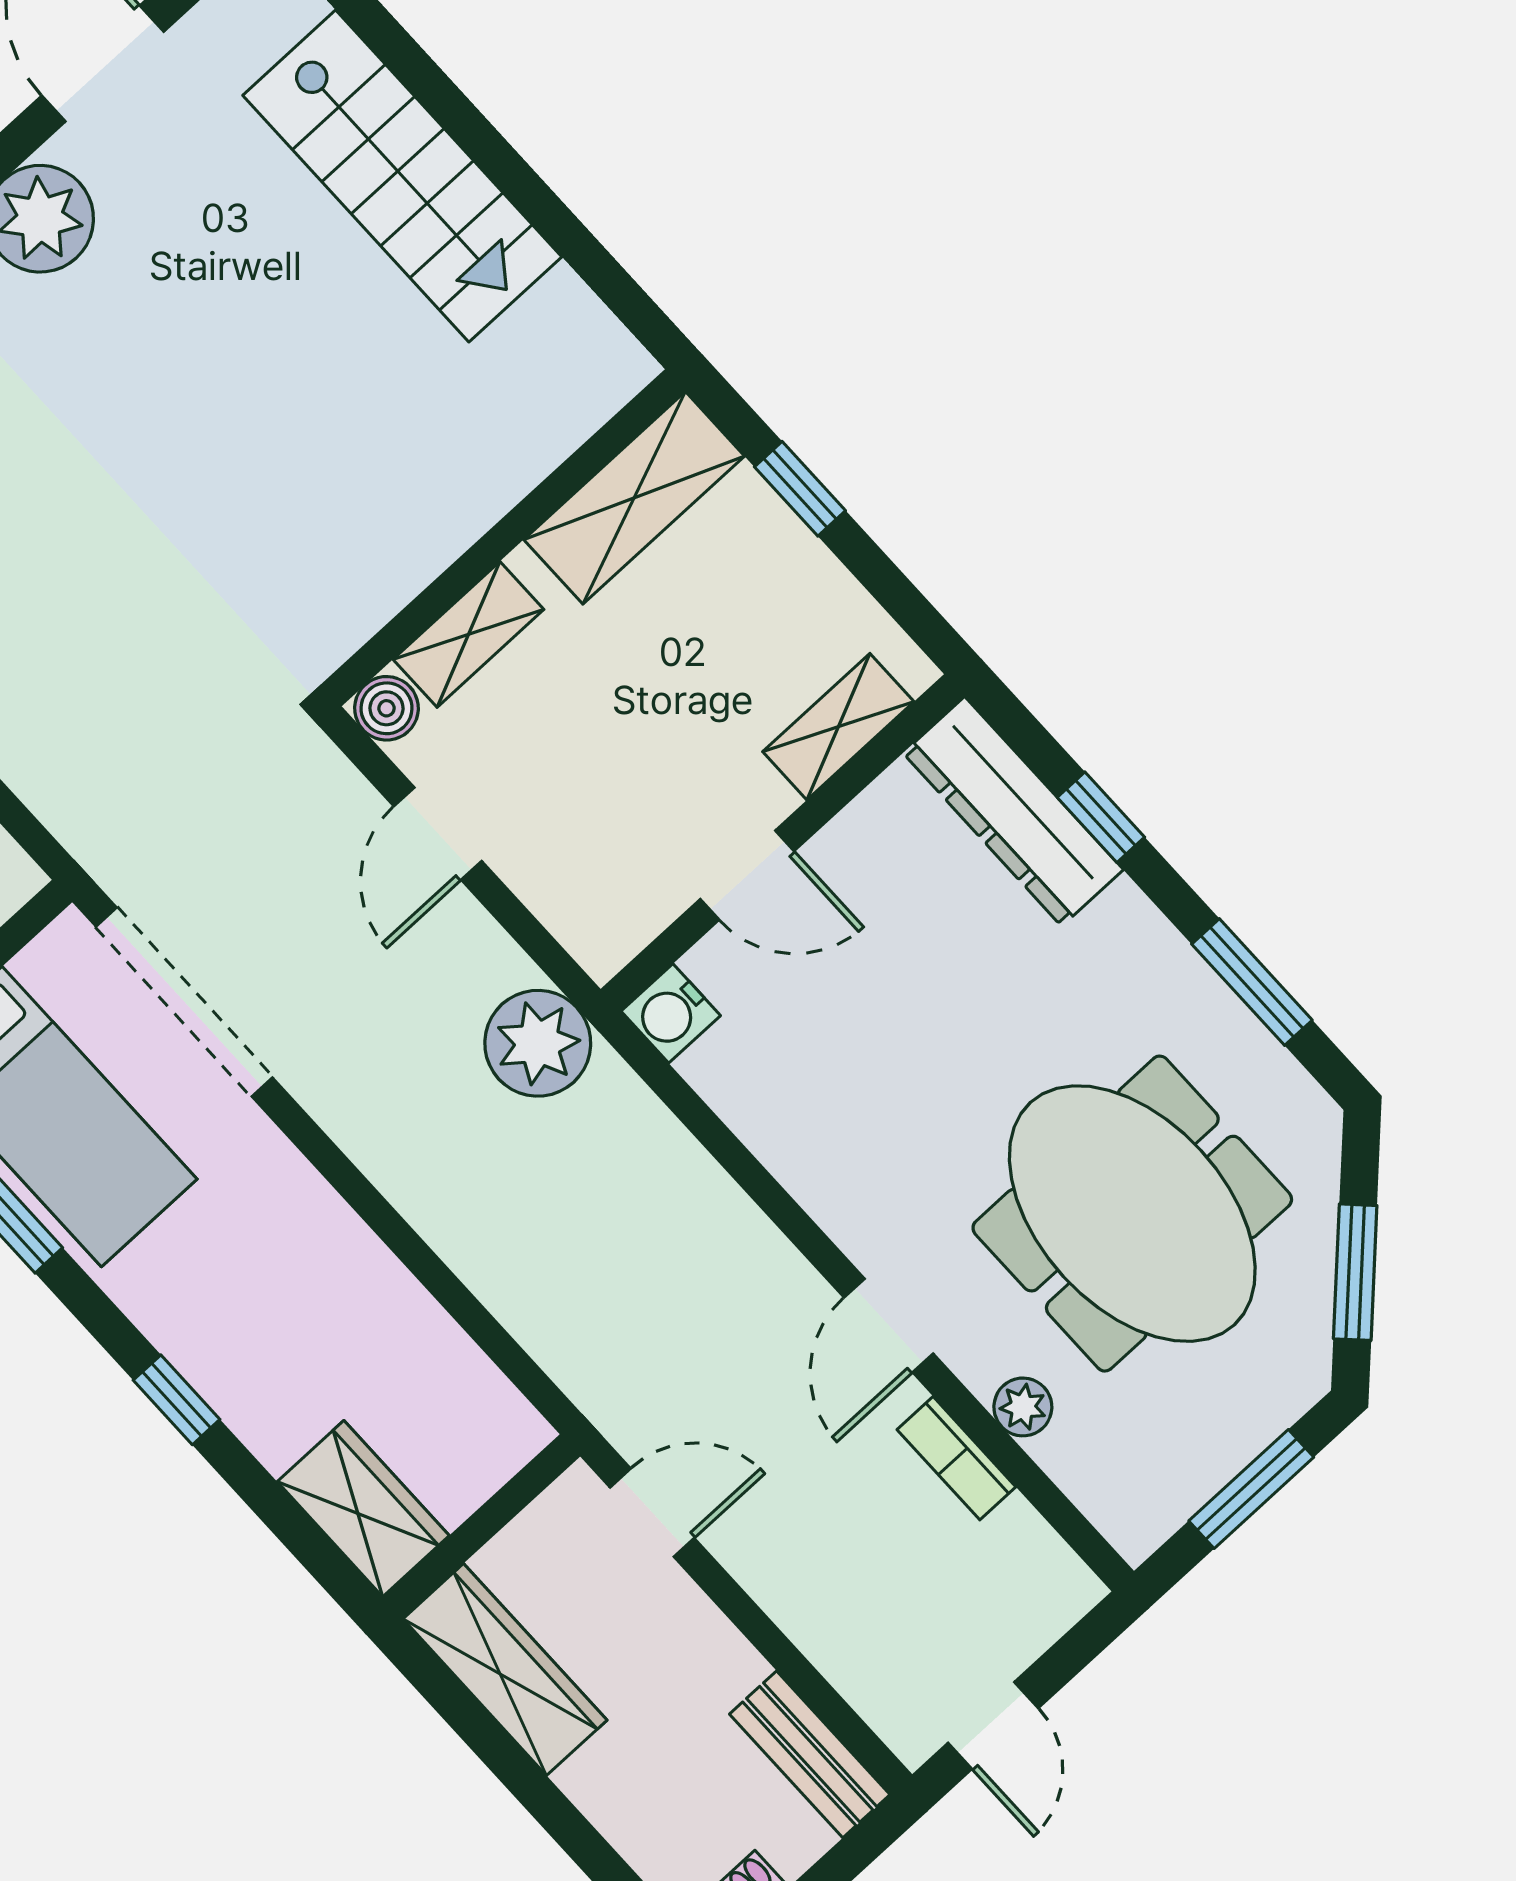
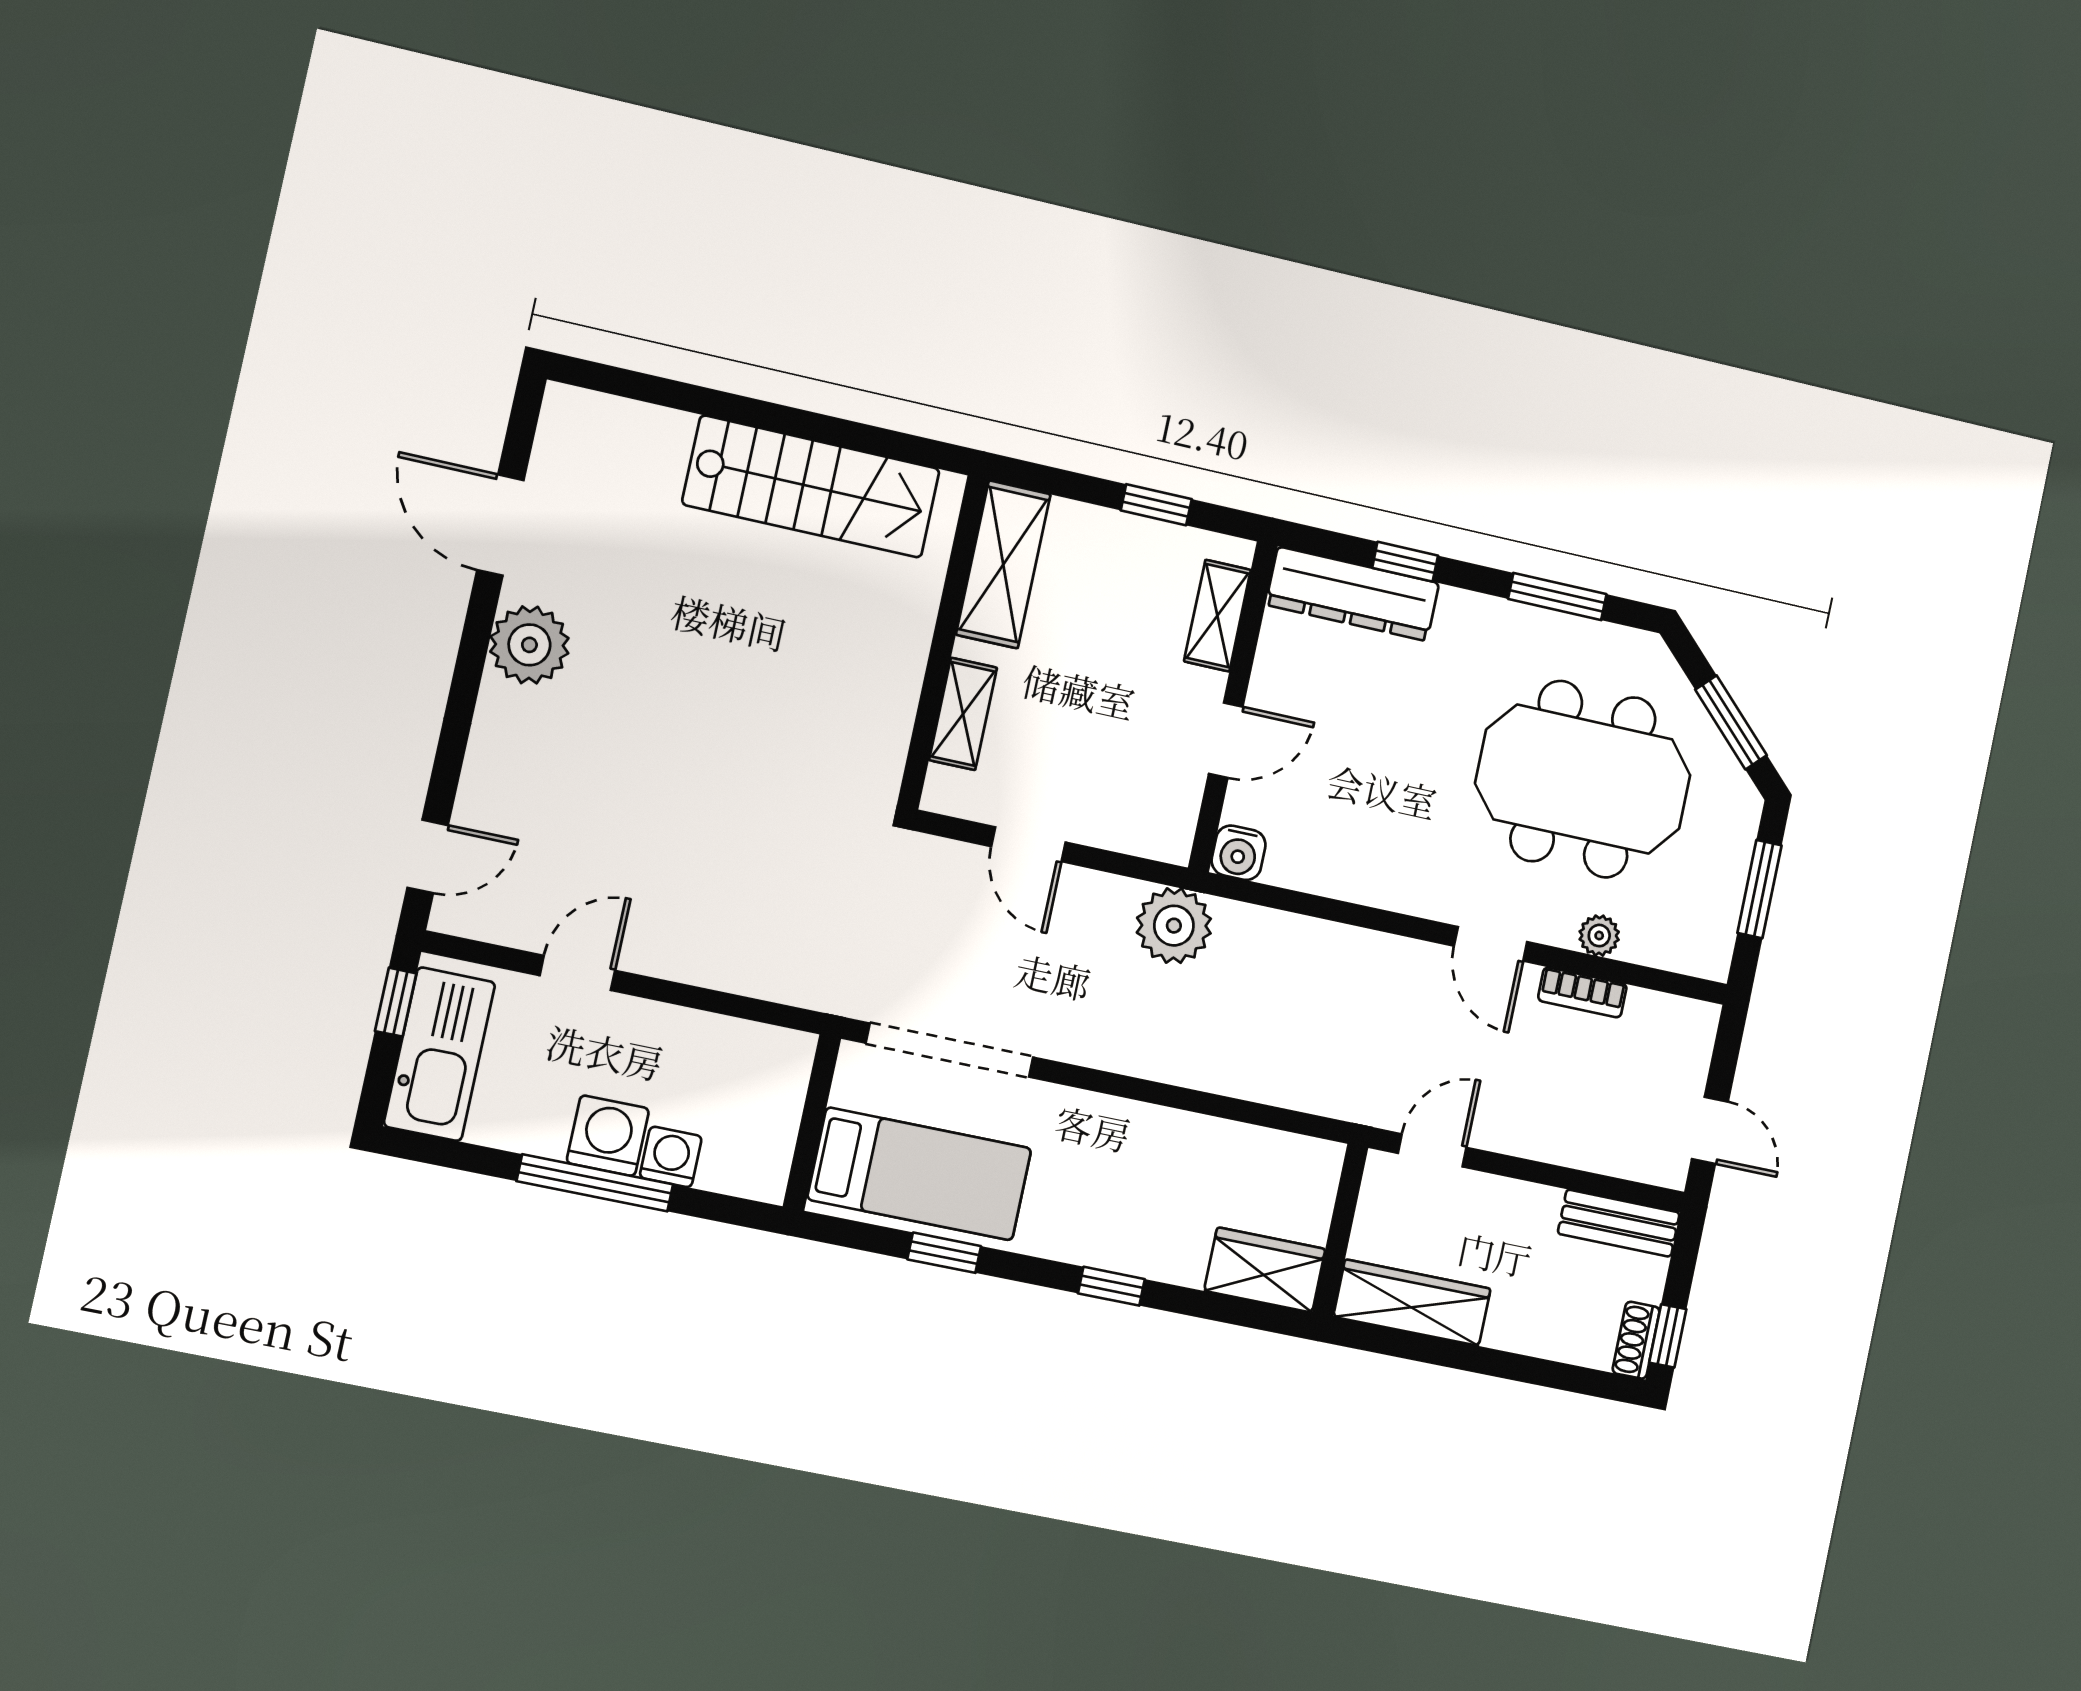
stairs: (402, 176) -> (811, 487), moved
window: (800, 489) -> (1156, 505), moved
boiler: (387, 708) -> (946, 792), removed

